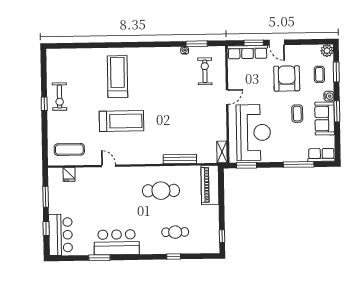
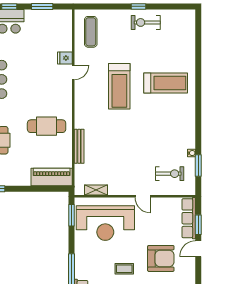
shelving: (222, 152) -> (96, 190), moved
fridge: (69, 174) -> (65, 58), moved
cafe table: (161, 191) -> (47, 126), turned 90

